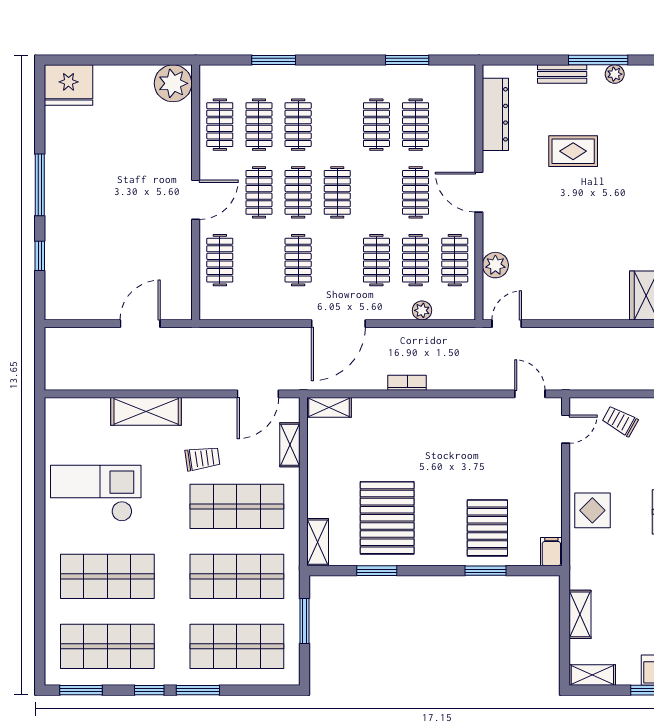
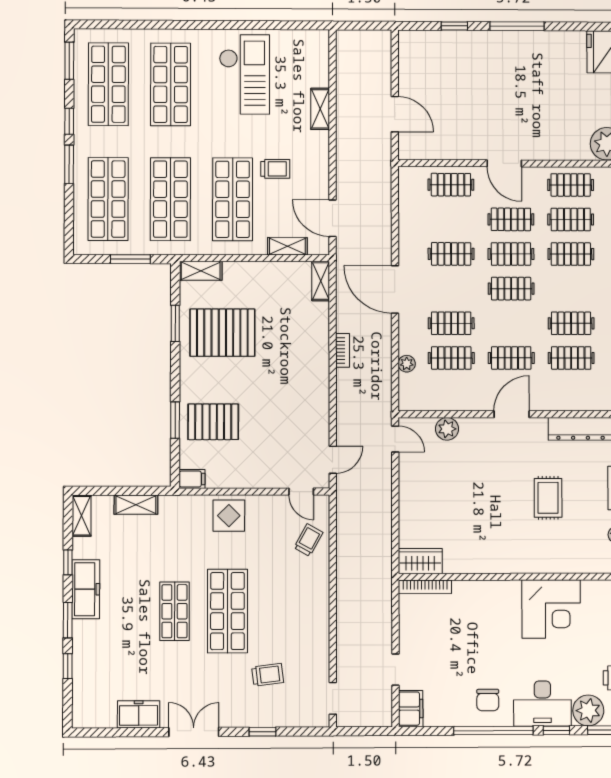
clothes rail: (455, 260) -> (451, 393), removed
shelving: (146, 411) -> (320, 109), width x0.67, depth x0.75
trolley: (202, 458) -> (275, 169), turned -82

